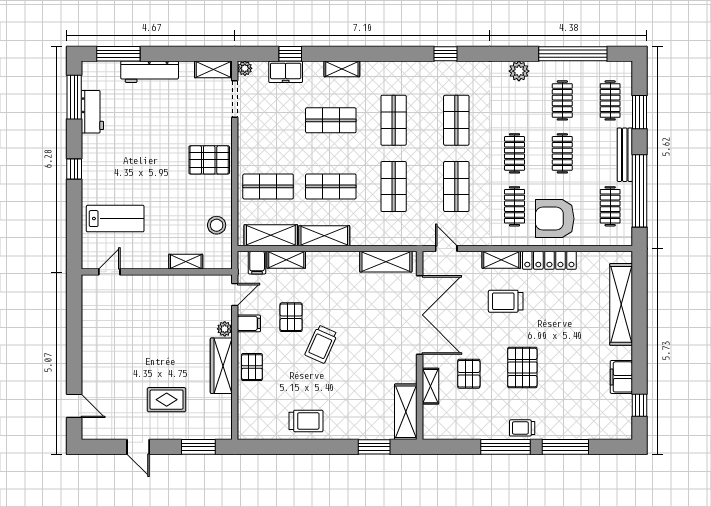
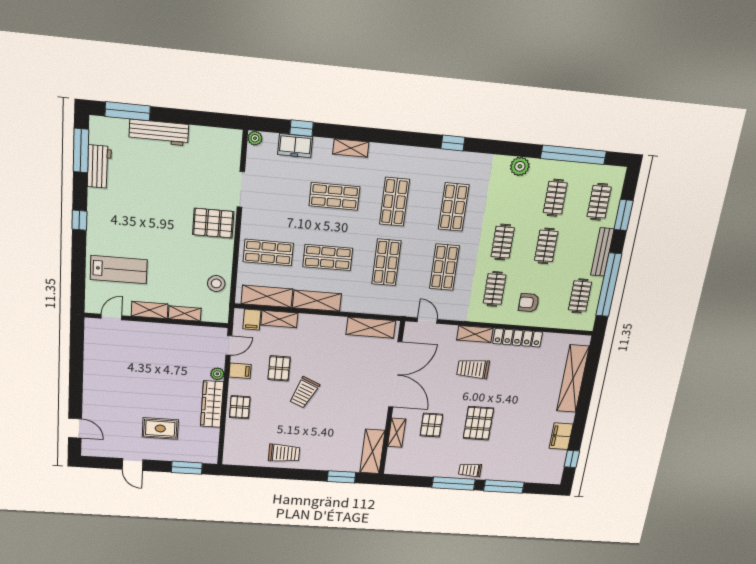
shelving: (213, 69) -> (150, 310), moved
doorway: (235, 99) -> (241, 189), moved
armchair: (555, 219) -> (529, 303), width x0.53, depth x0.53

